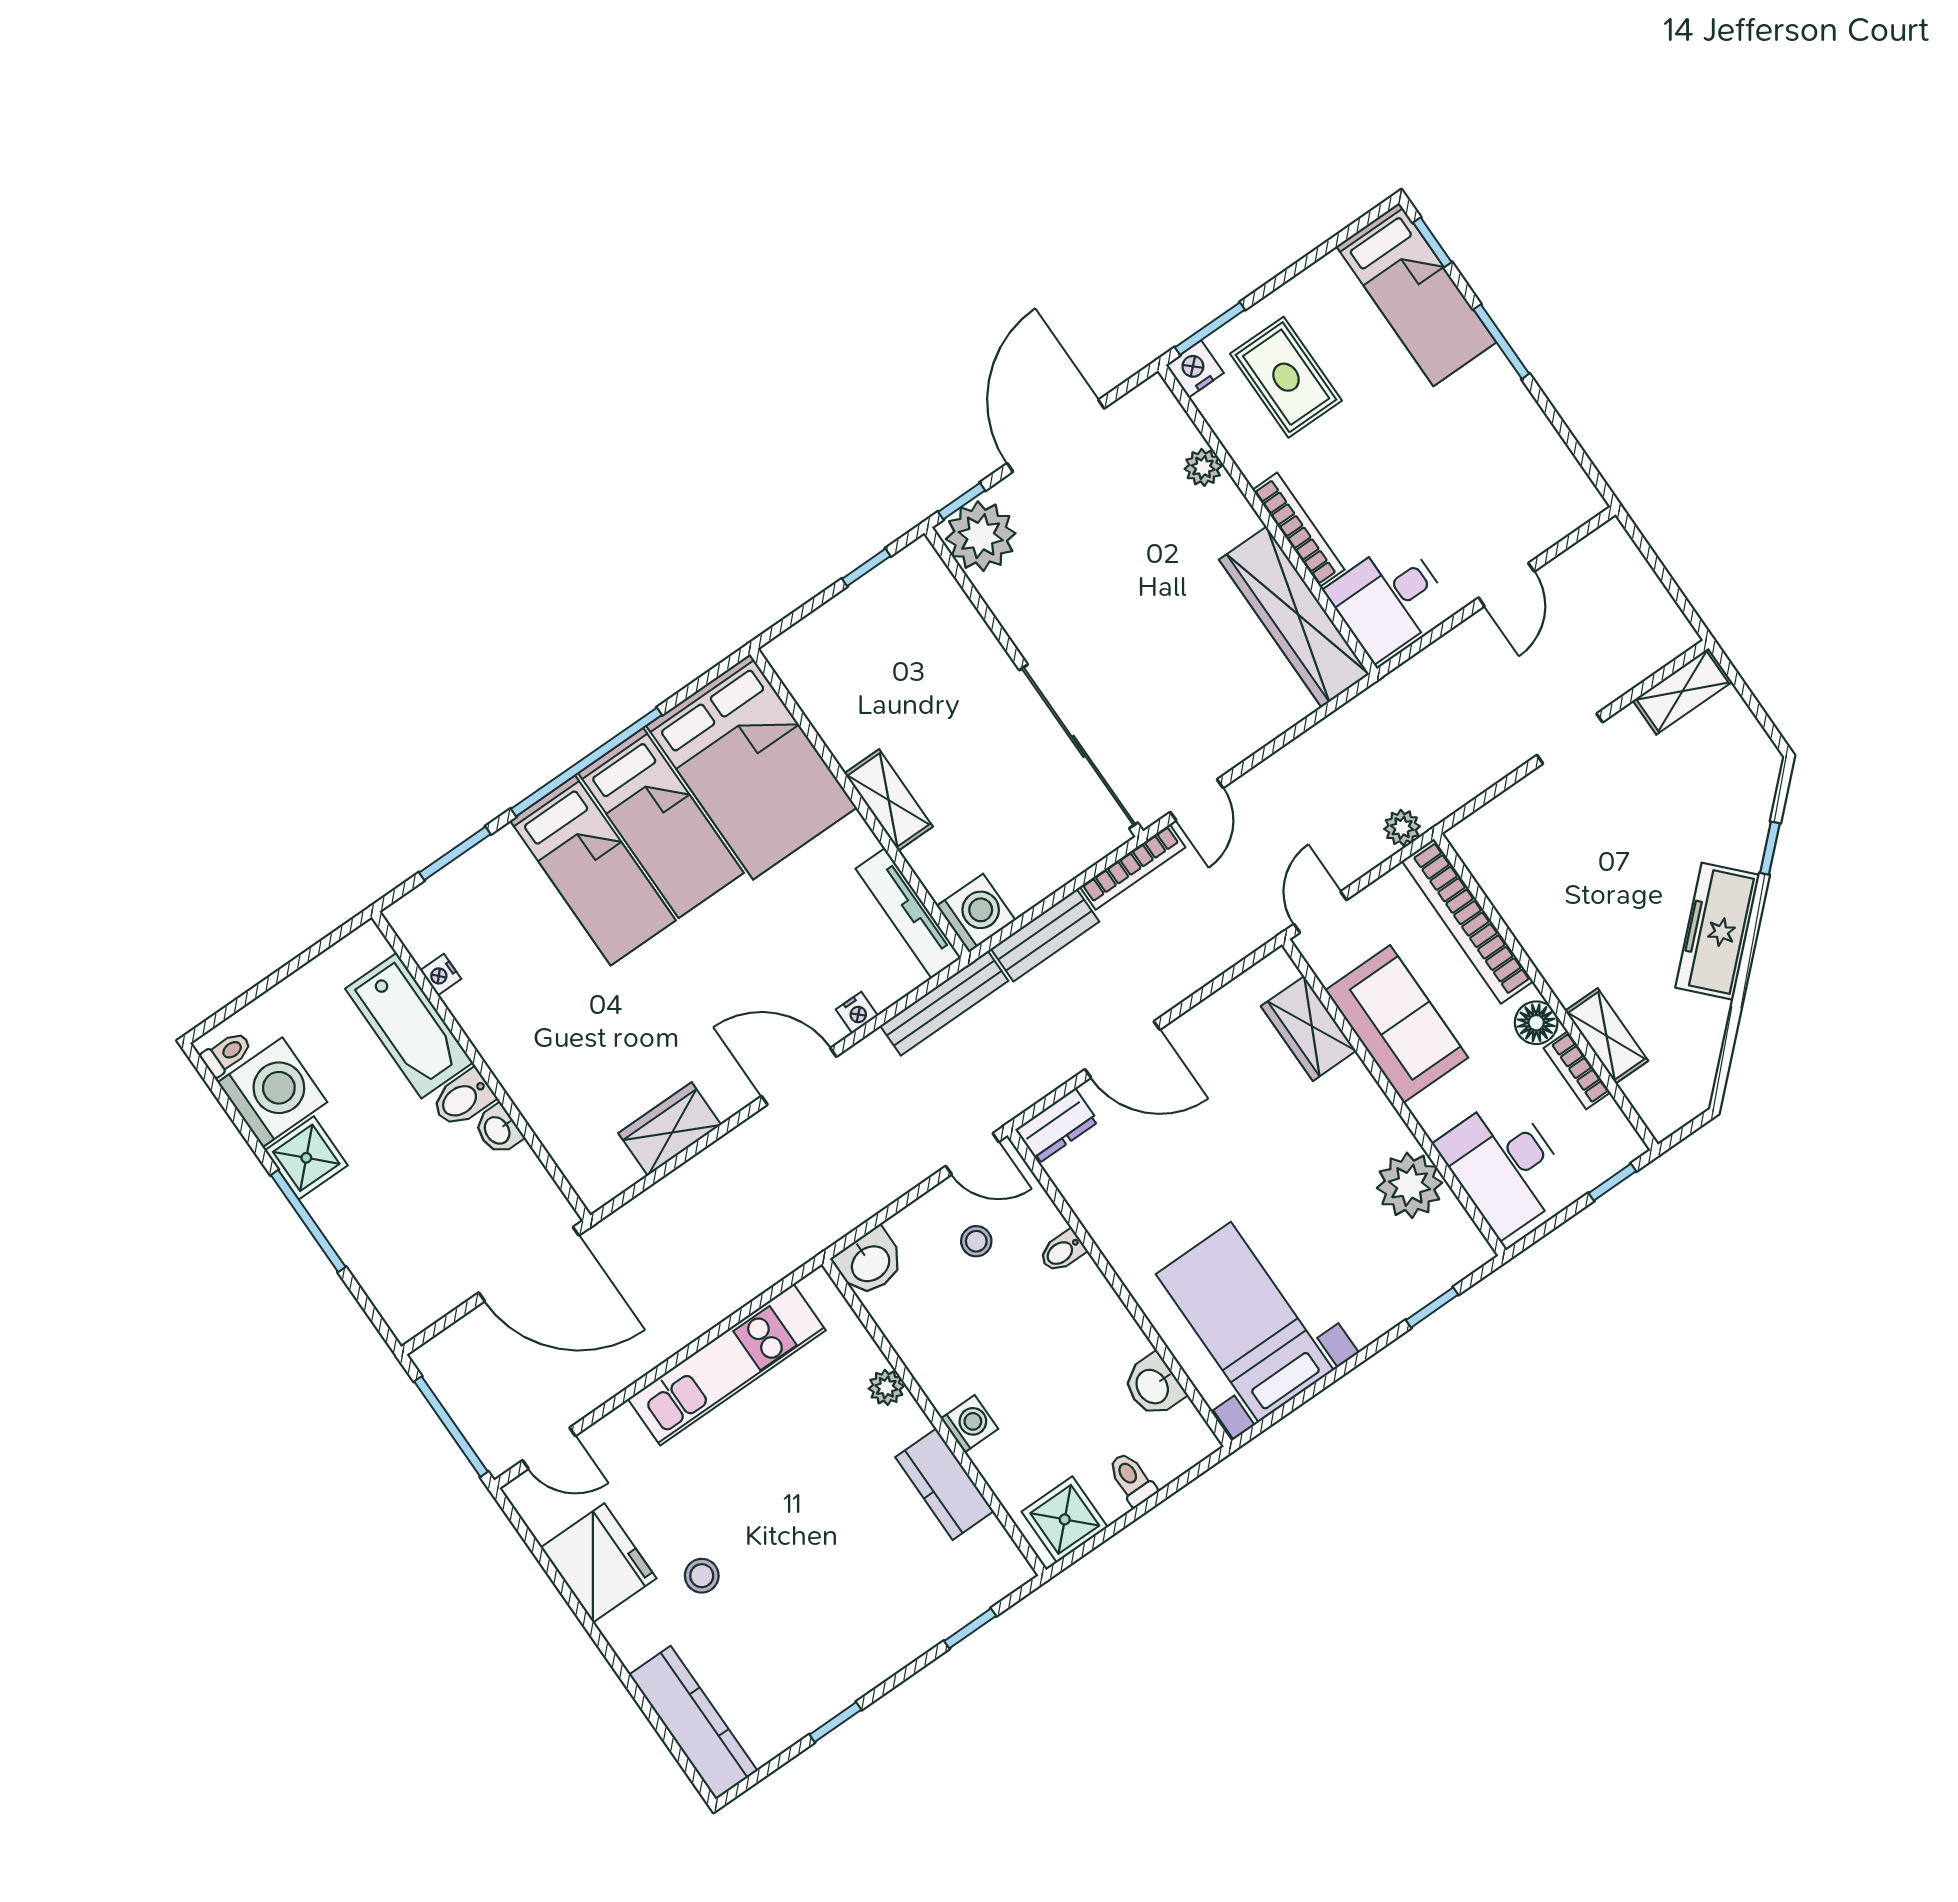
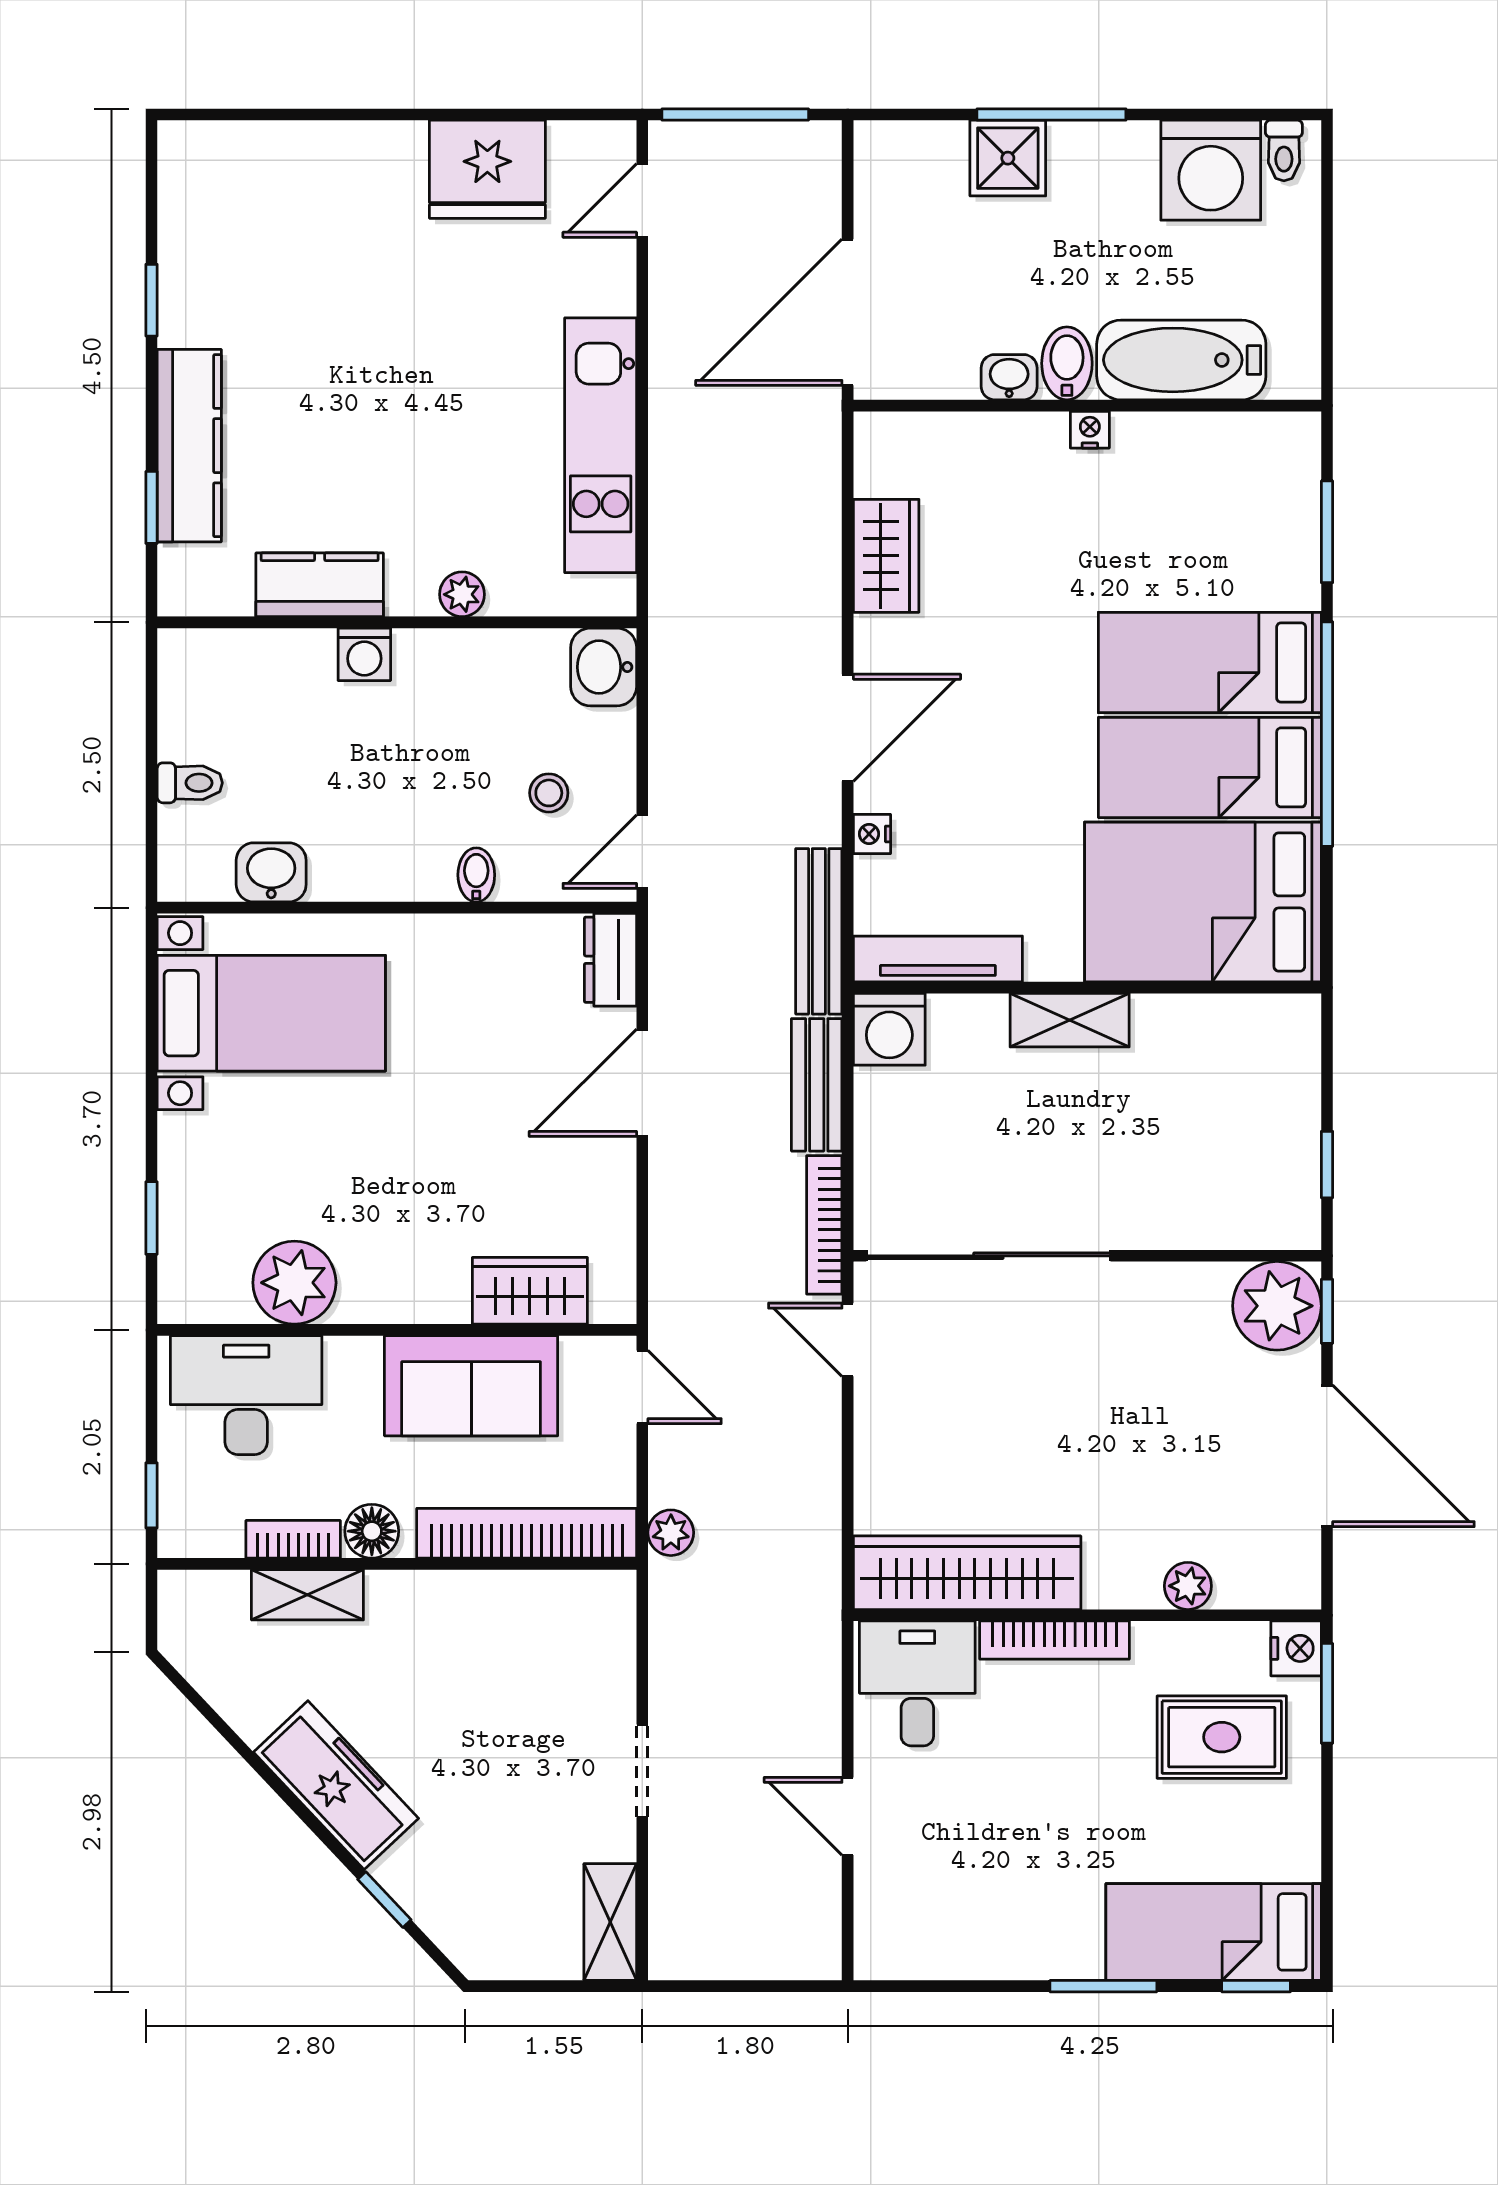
nightstand: (441, 975) -> (1090, 430), moved
shower: (306, 1158) -> (1008, 158), moved
shower: (1065, 1519) -> (196, 684), removed
stool: (702, 1576) -> (400, 267), removed
kitchen counter: (693, 1723) -> (189, 446), moved, turned -90

